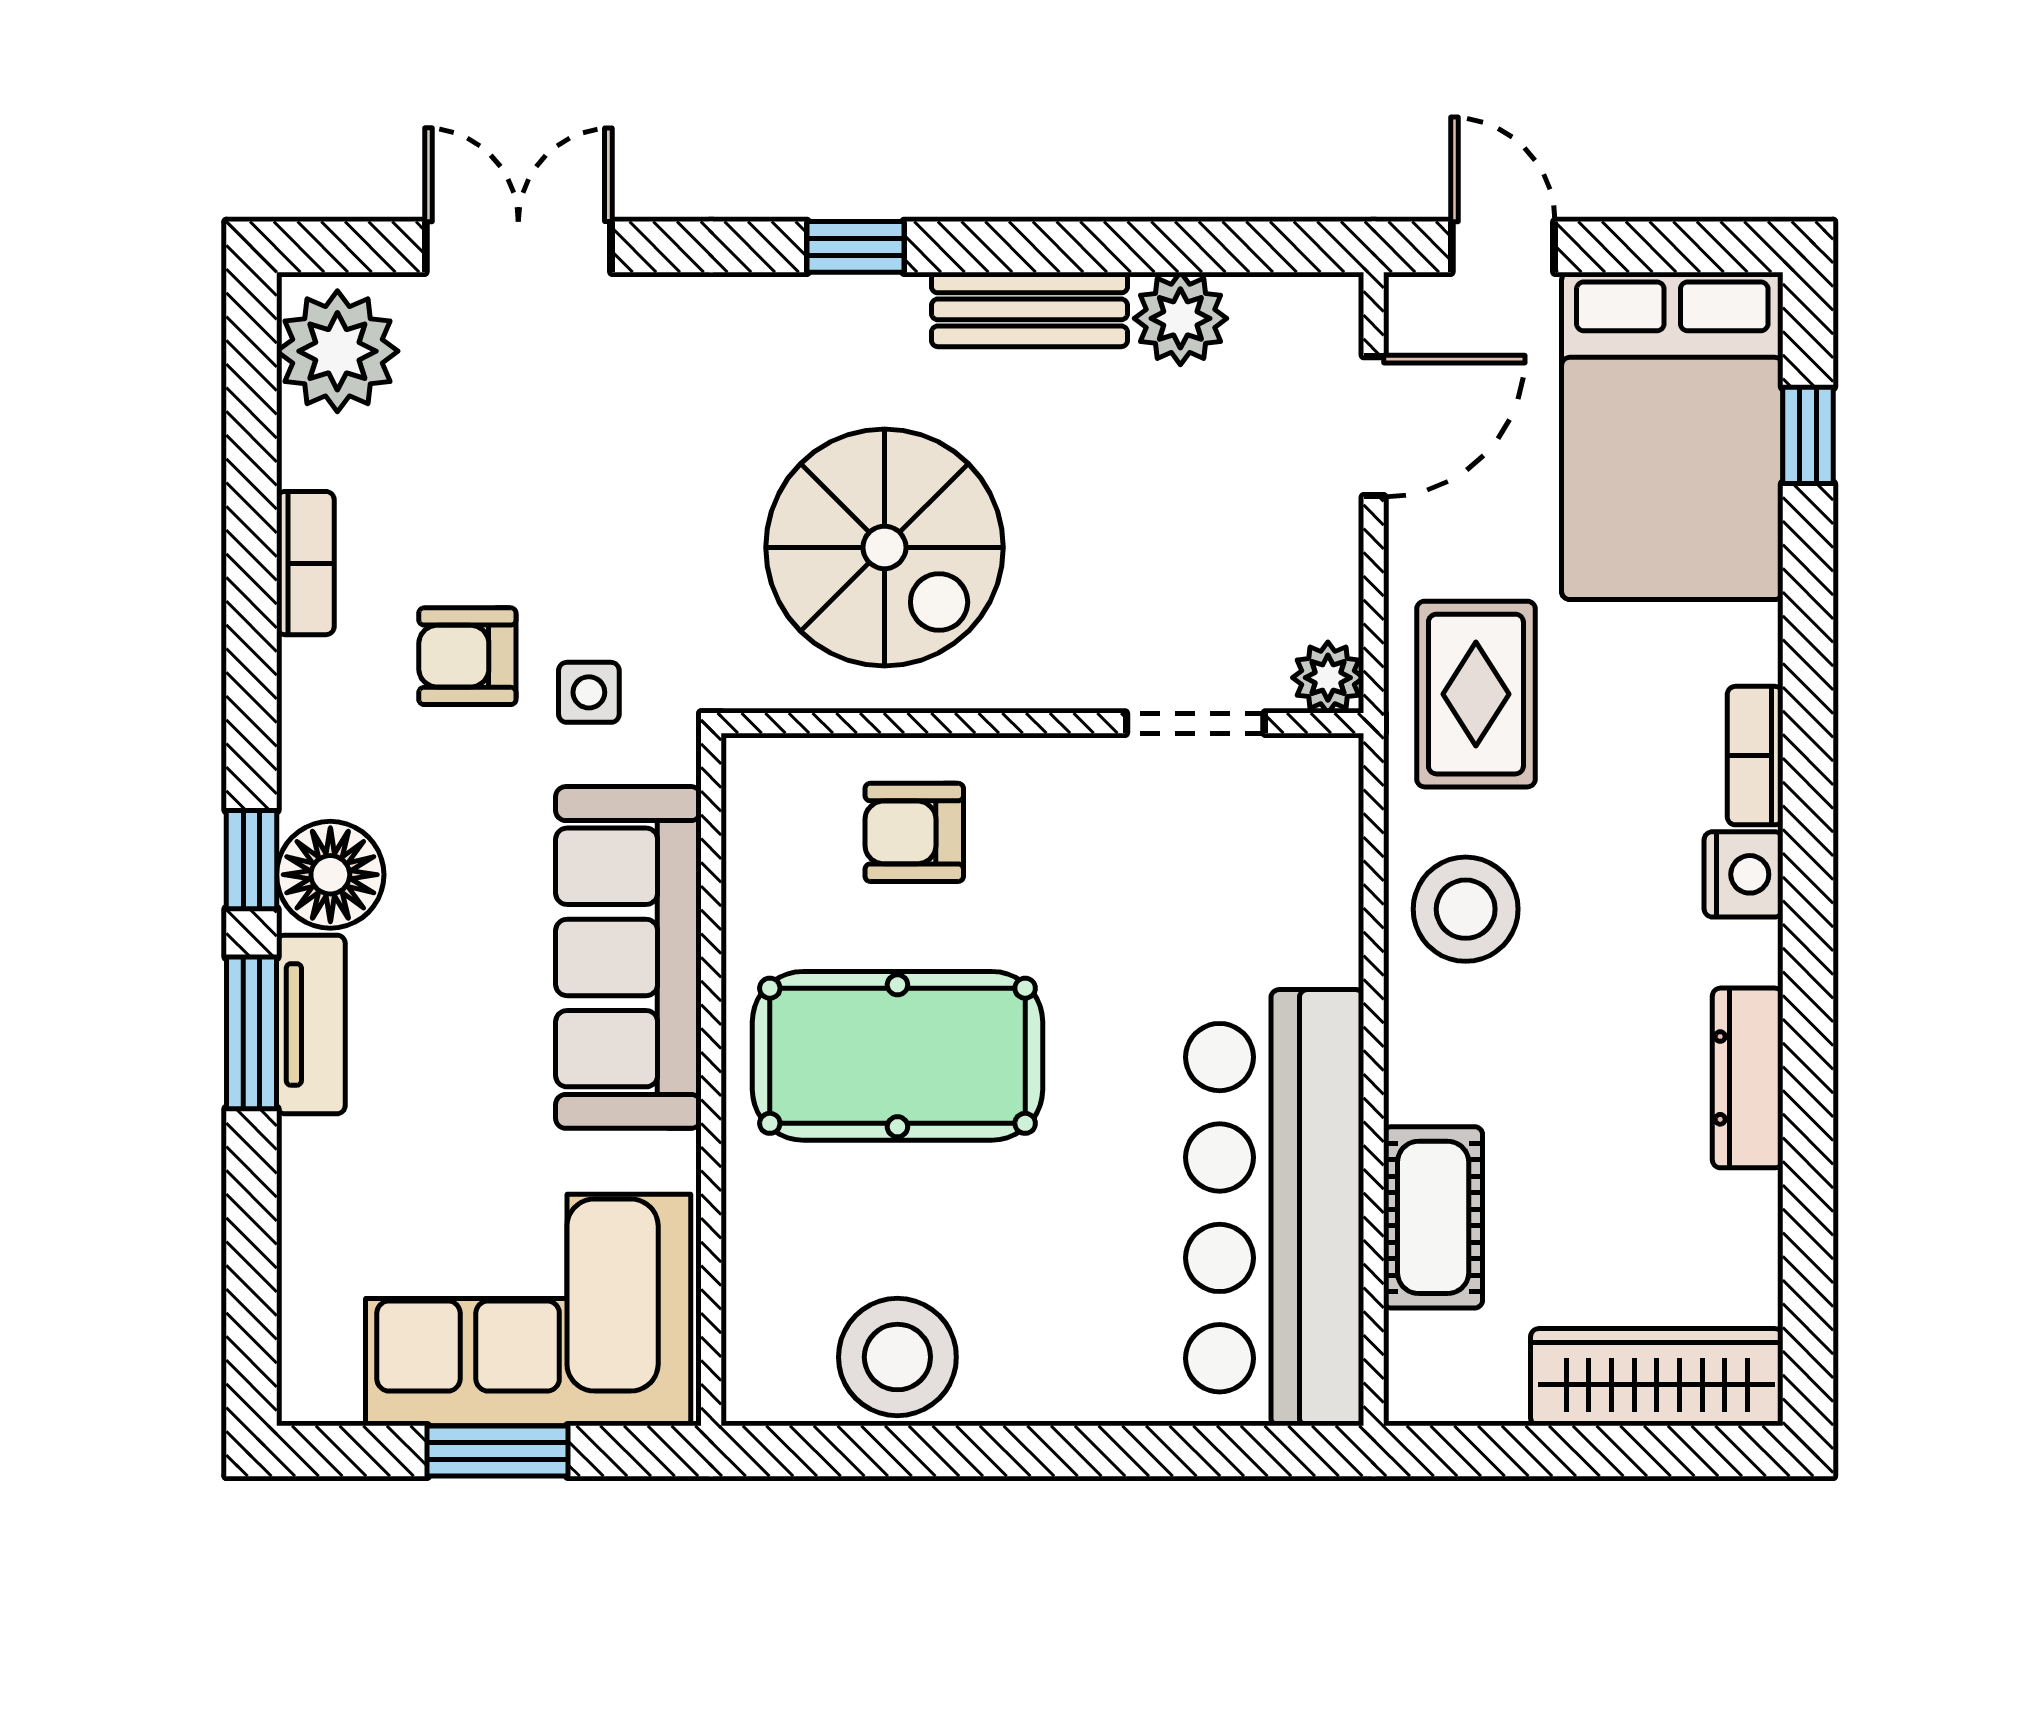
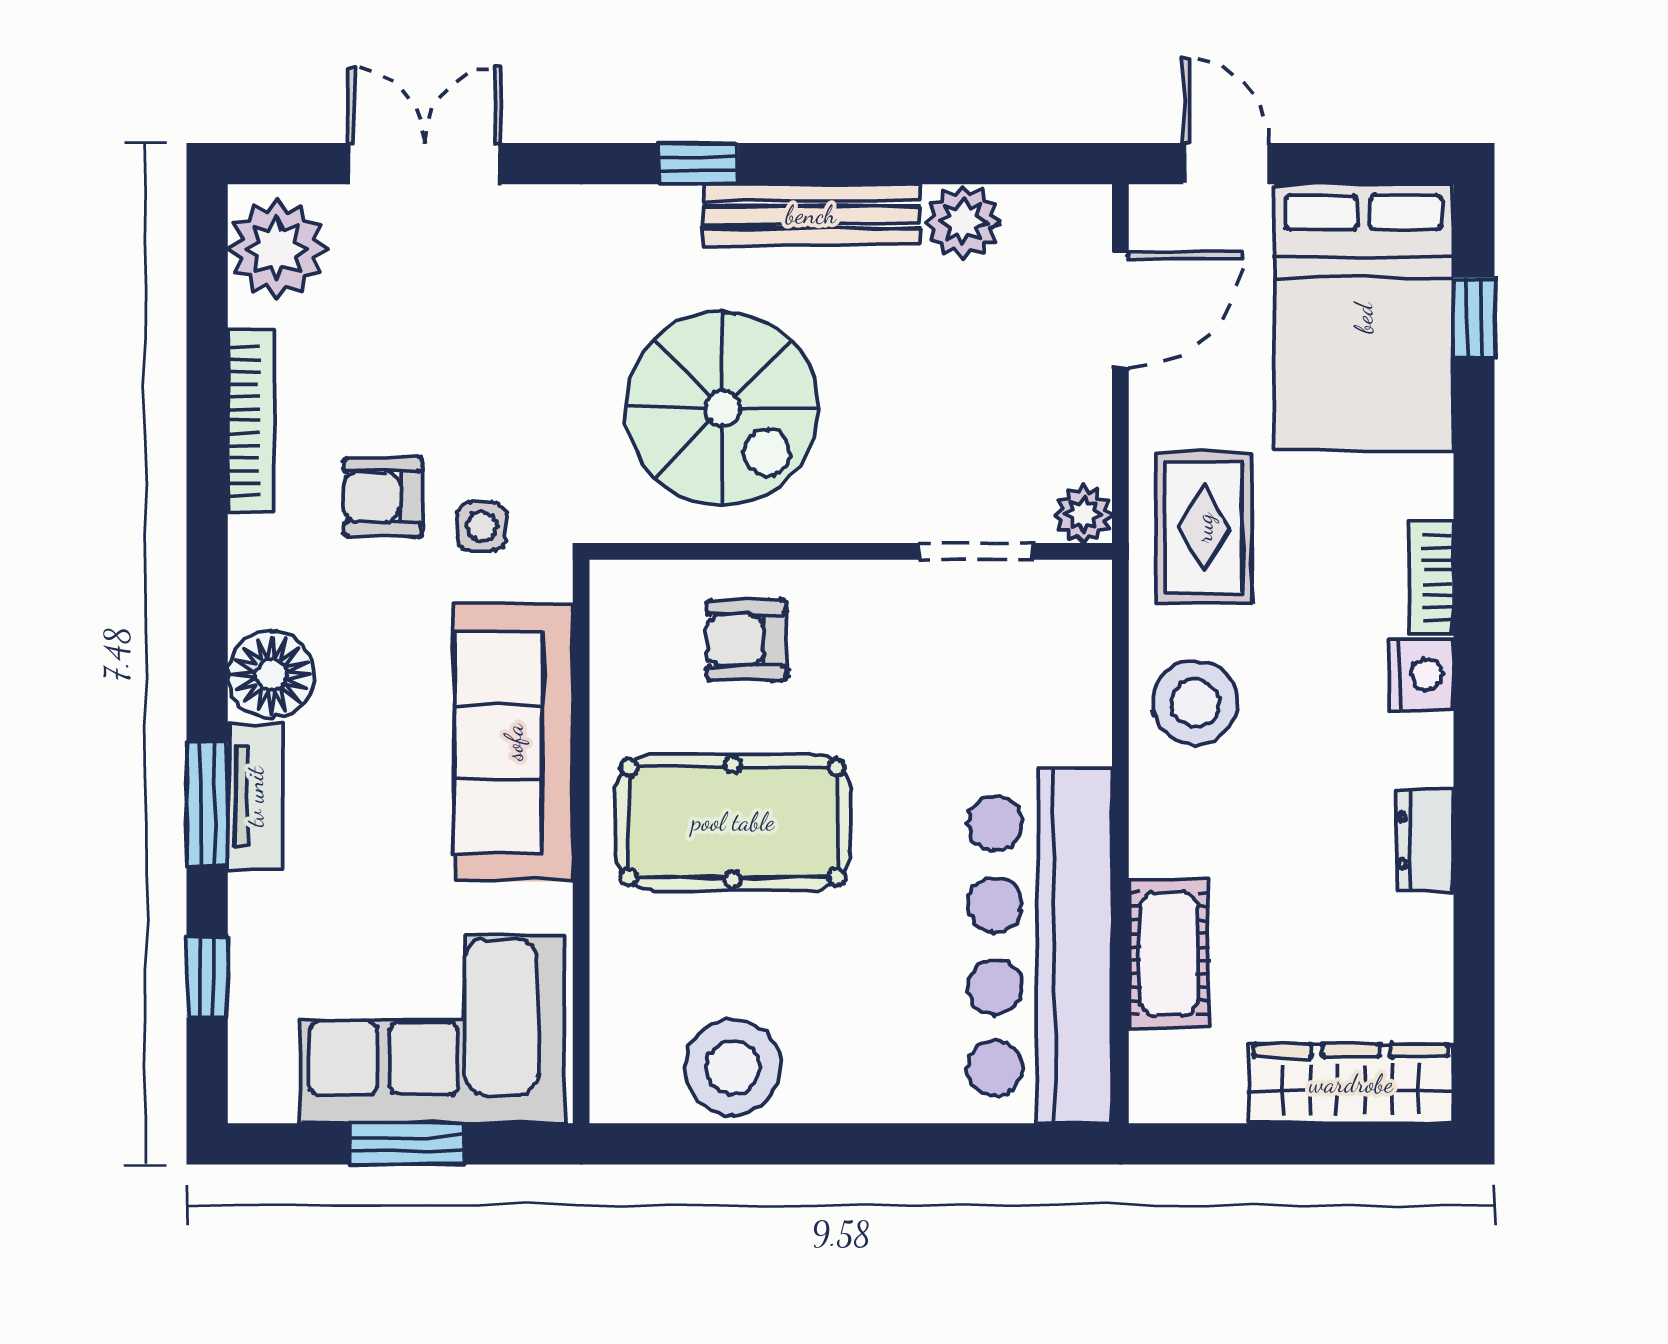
bench: (1029, 309) -> (811, 215), width x1.36
bookcase: (305, 563) -> (251, 421), width x1.56
window: (252, 860) -> (207, 978), moved
dresser: (1748, 1078) -> (1425, 840), width x0.70

